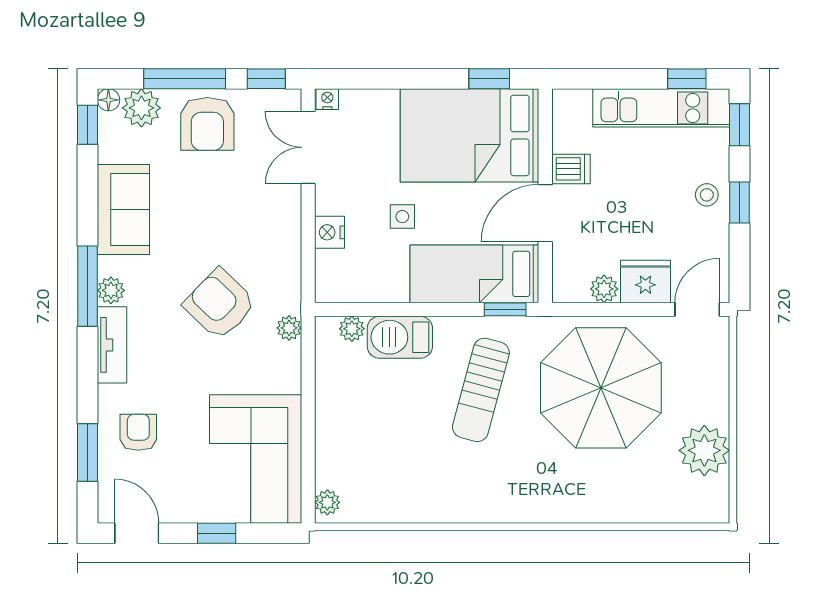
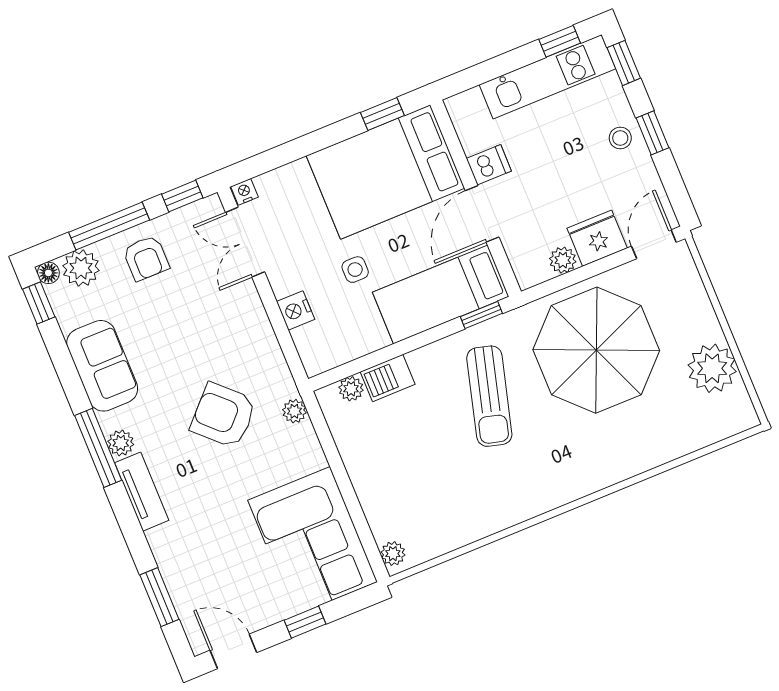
armchair: (207, 124) -> (146, 258), width x0.72, depth x0.72
barbecue: (400, 337) -> (388, 378), width x0.73, depth x0.79
armchair: (138, 432) -> (198, 560), removed

